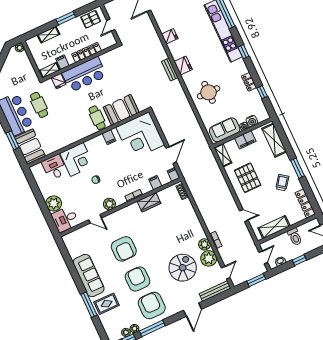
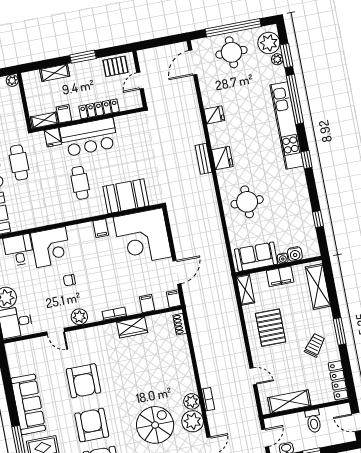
locker: (249, 82) -> (304, 201), removed
cafe table: (97, 118) -> (80, 183), moved

